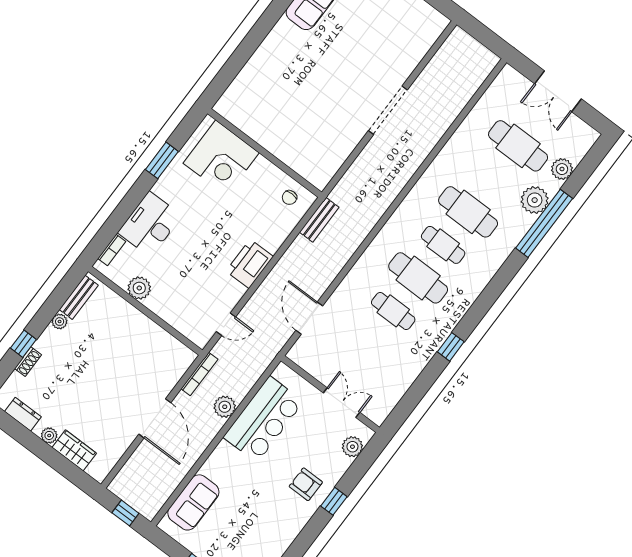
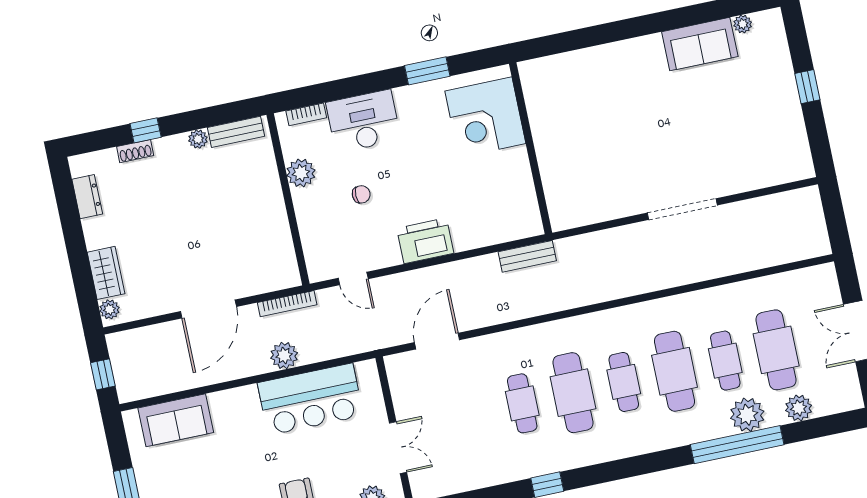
cafe table: (493, 179) -> (725, 361), added
chair: (289, 197) -> (361, 194), moved, turned 180
plant: (49, 435) -> (109, 309), moved

